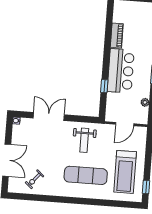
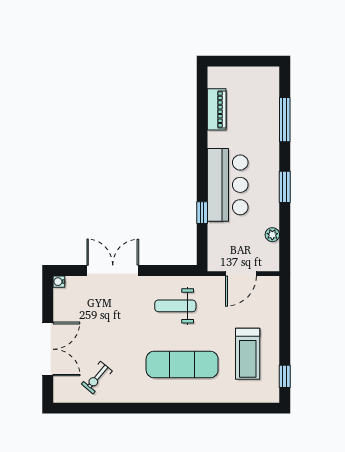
piano: (117, 36) -> (217, 109), moved
weight bench: (84, 140) -> (175, 306), turned 90
treadmill: (125, 172) -> (248, 354), width x0.73, depth x0.73

